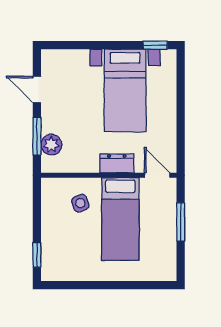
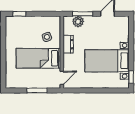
dresser: (117, 163) -> (68, 44), moved

